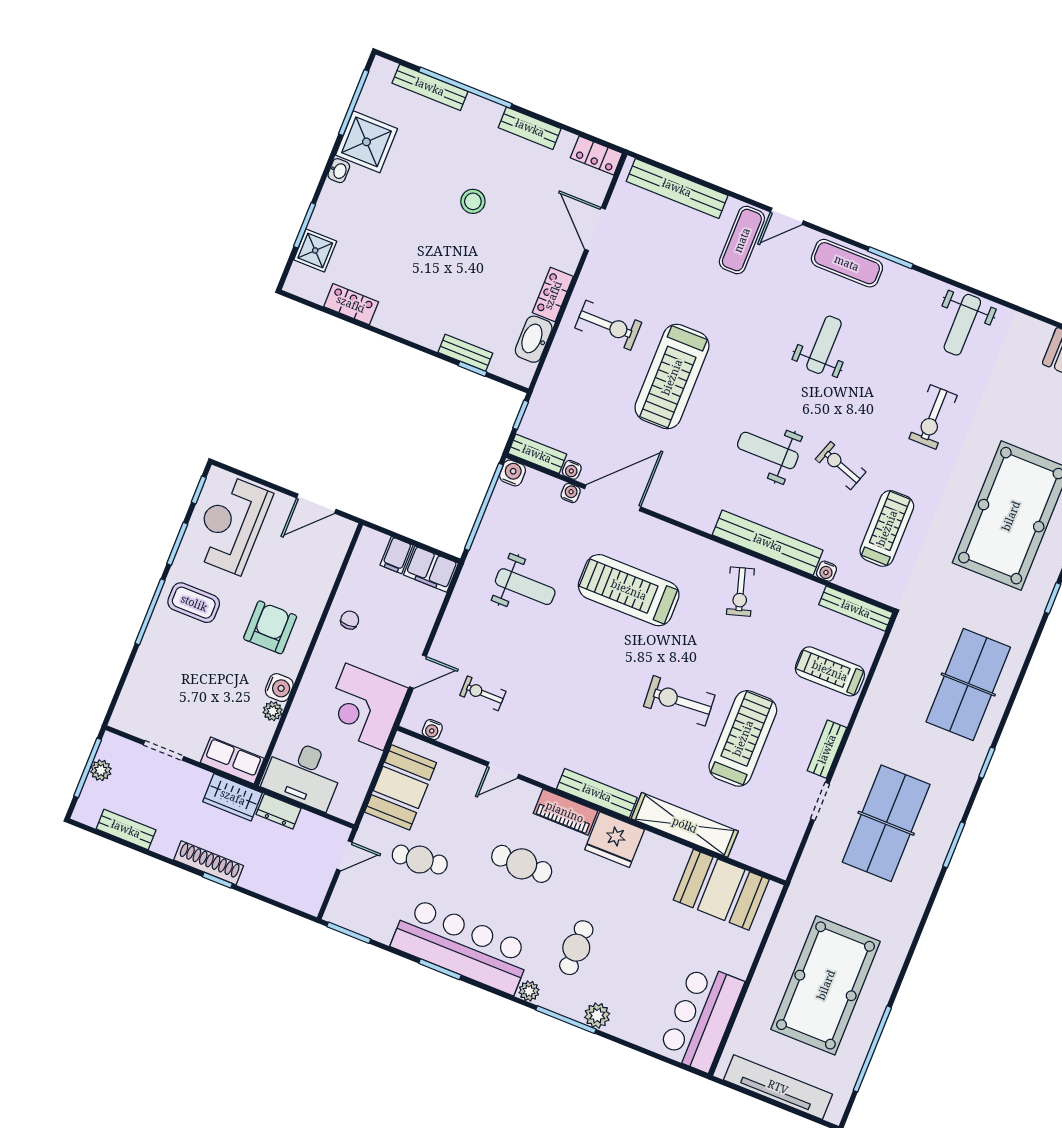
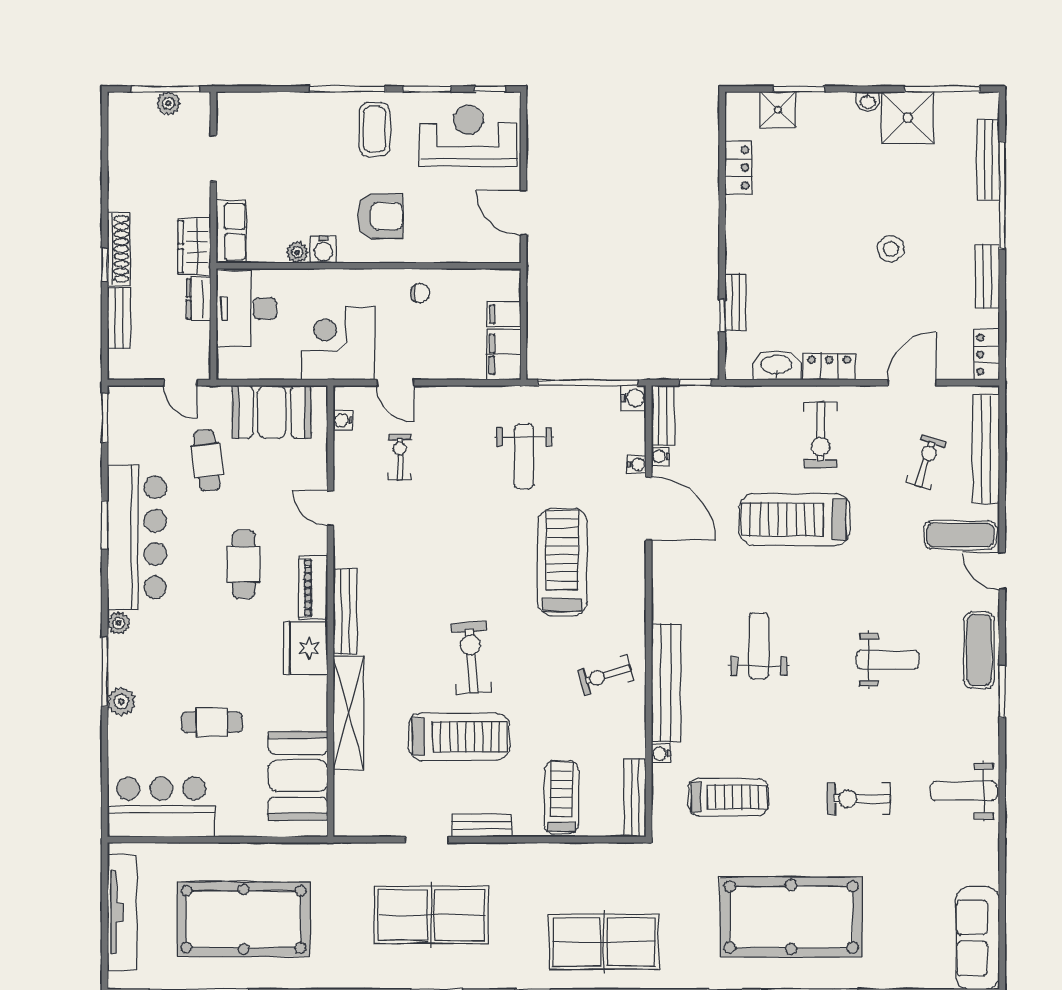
exercise bike: (841, 466) -> (926, 462), moved
bench: (126, 829) -> (119, 318), moved
cafe table: (576, 948) -> (212, 722), moved

